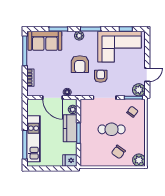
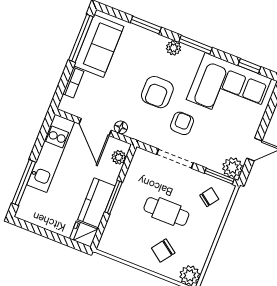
sofa: (45, 41) -> (99, 46), moved, turned -90
kitchen counter: (70, 128) -> (96, 203), moved
kitchen unit: (33, 139) -> (51, 153), moved

